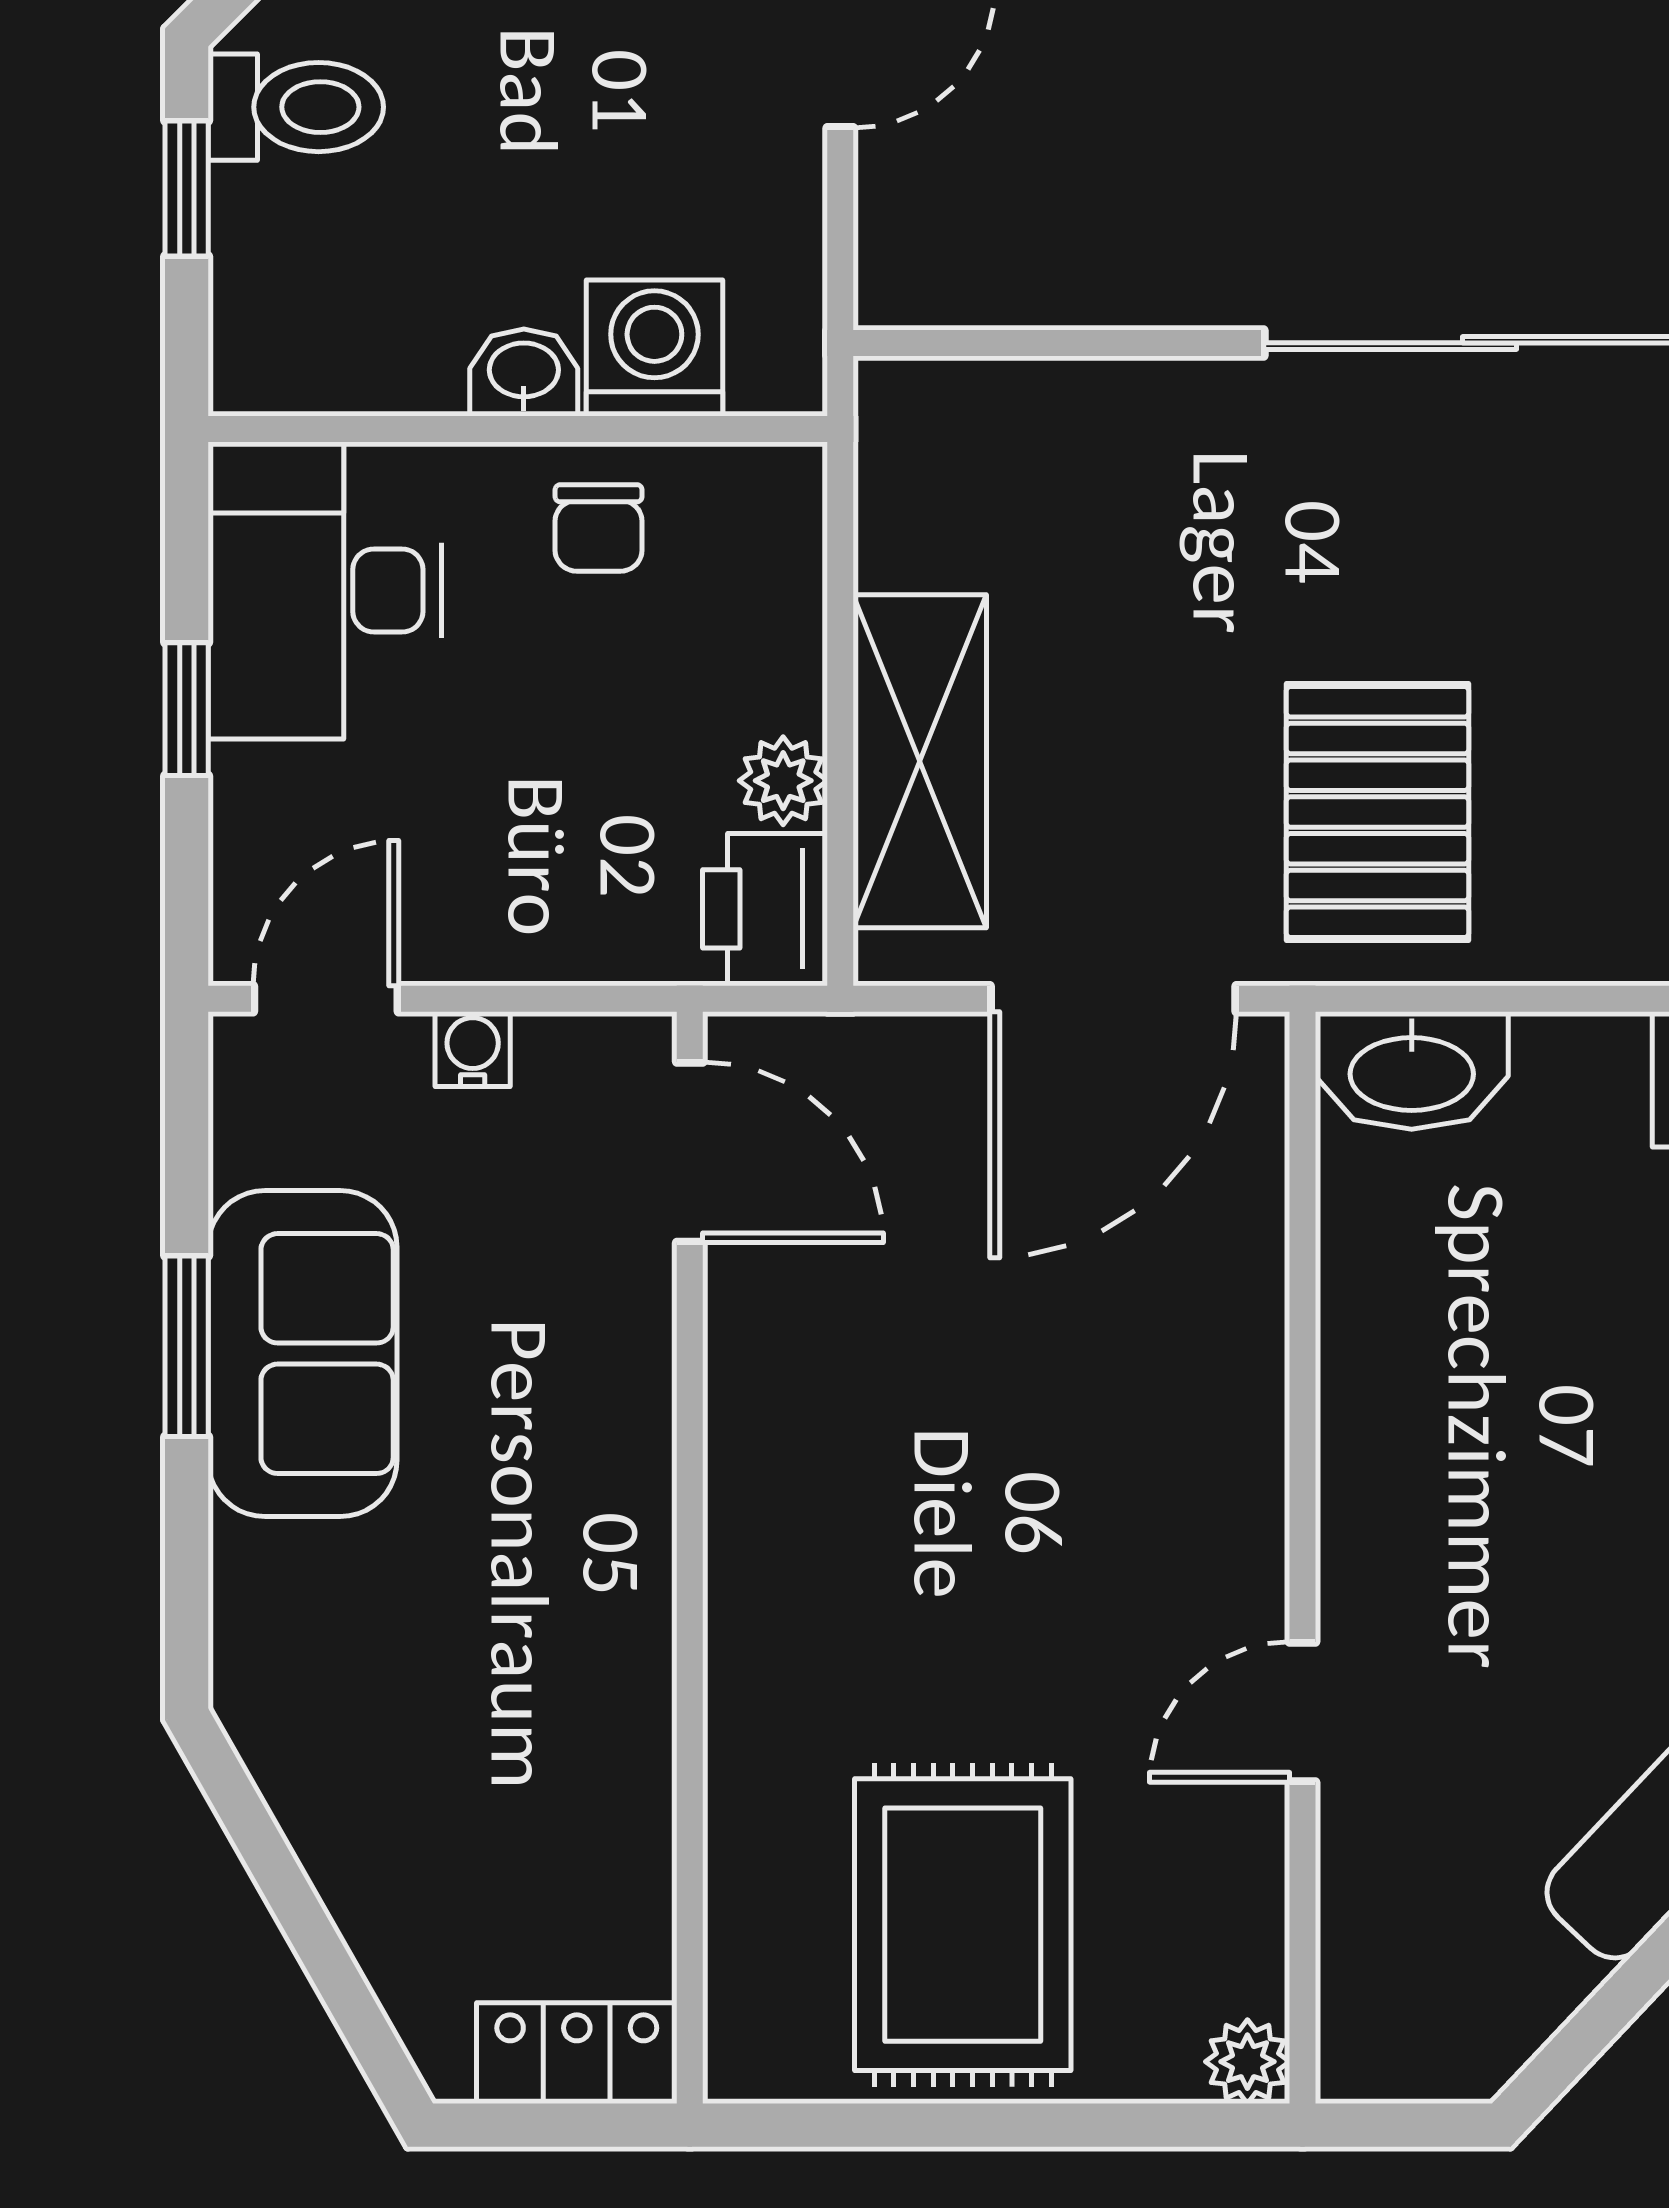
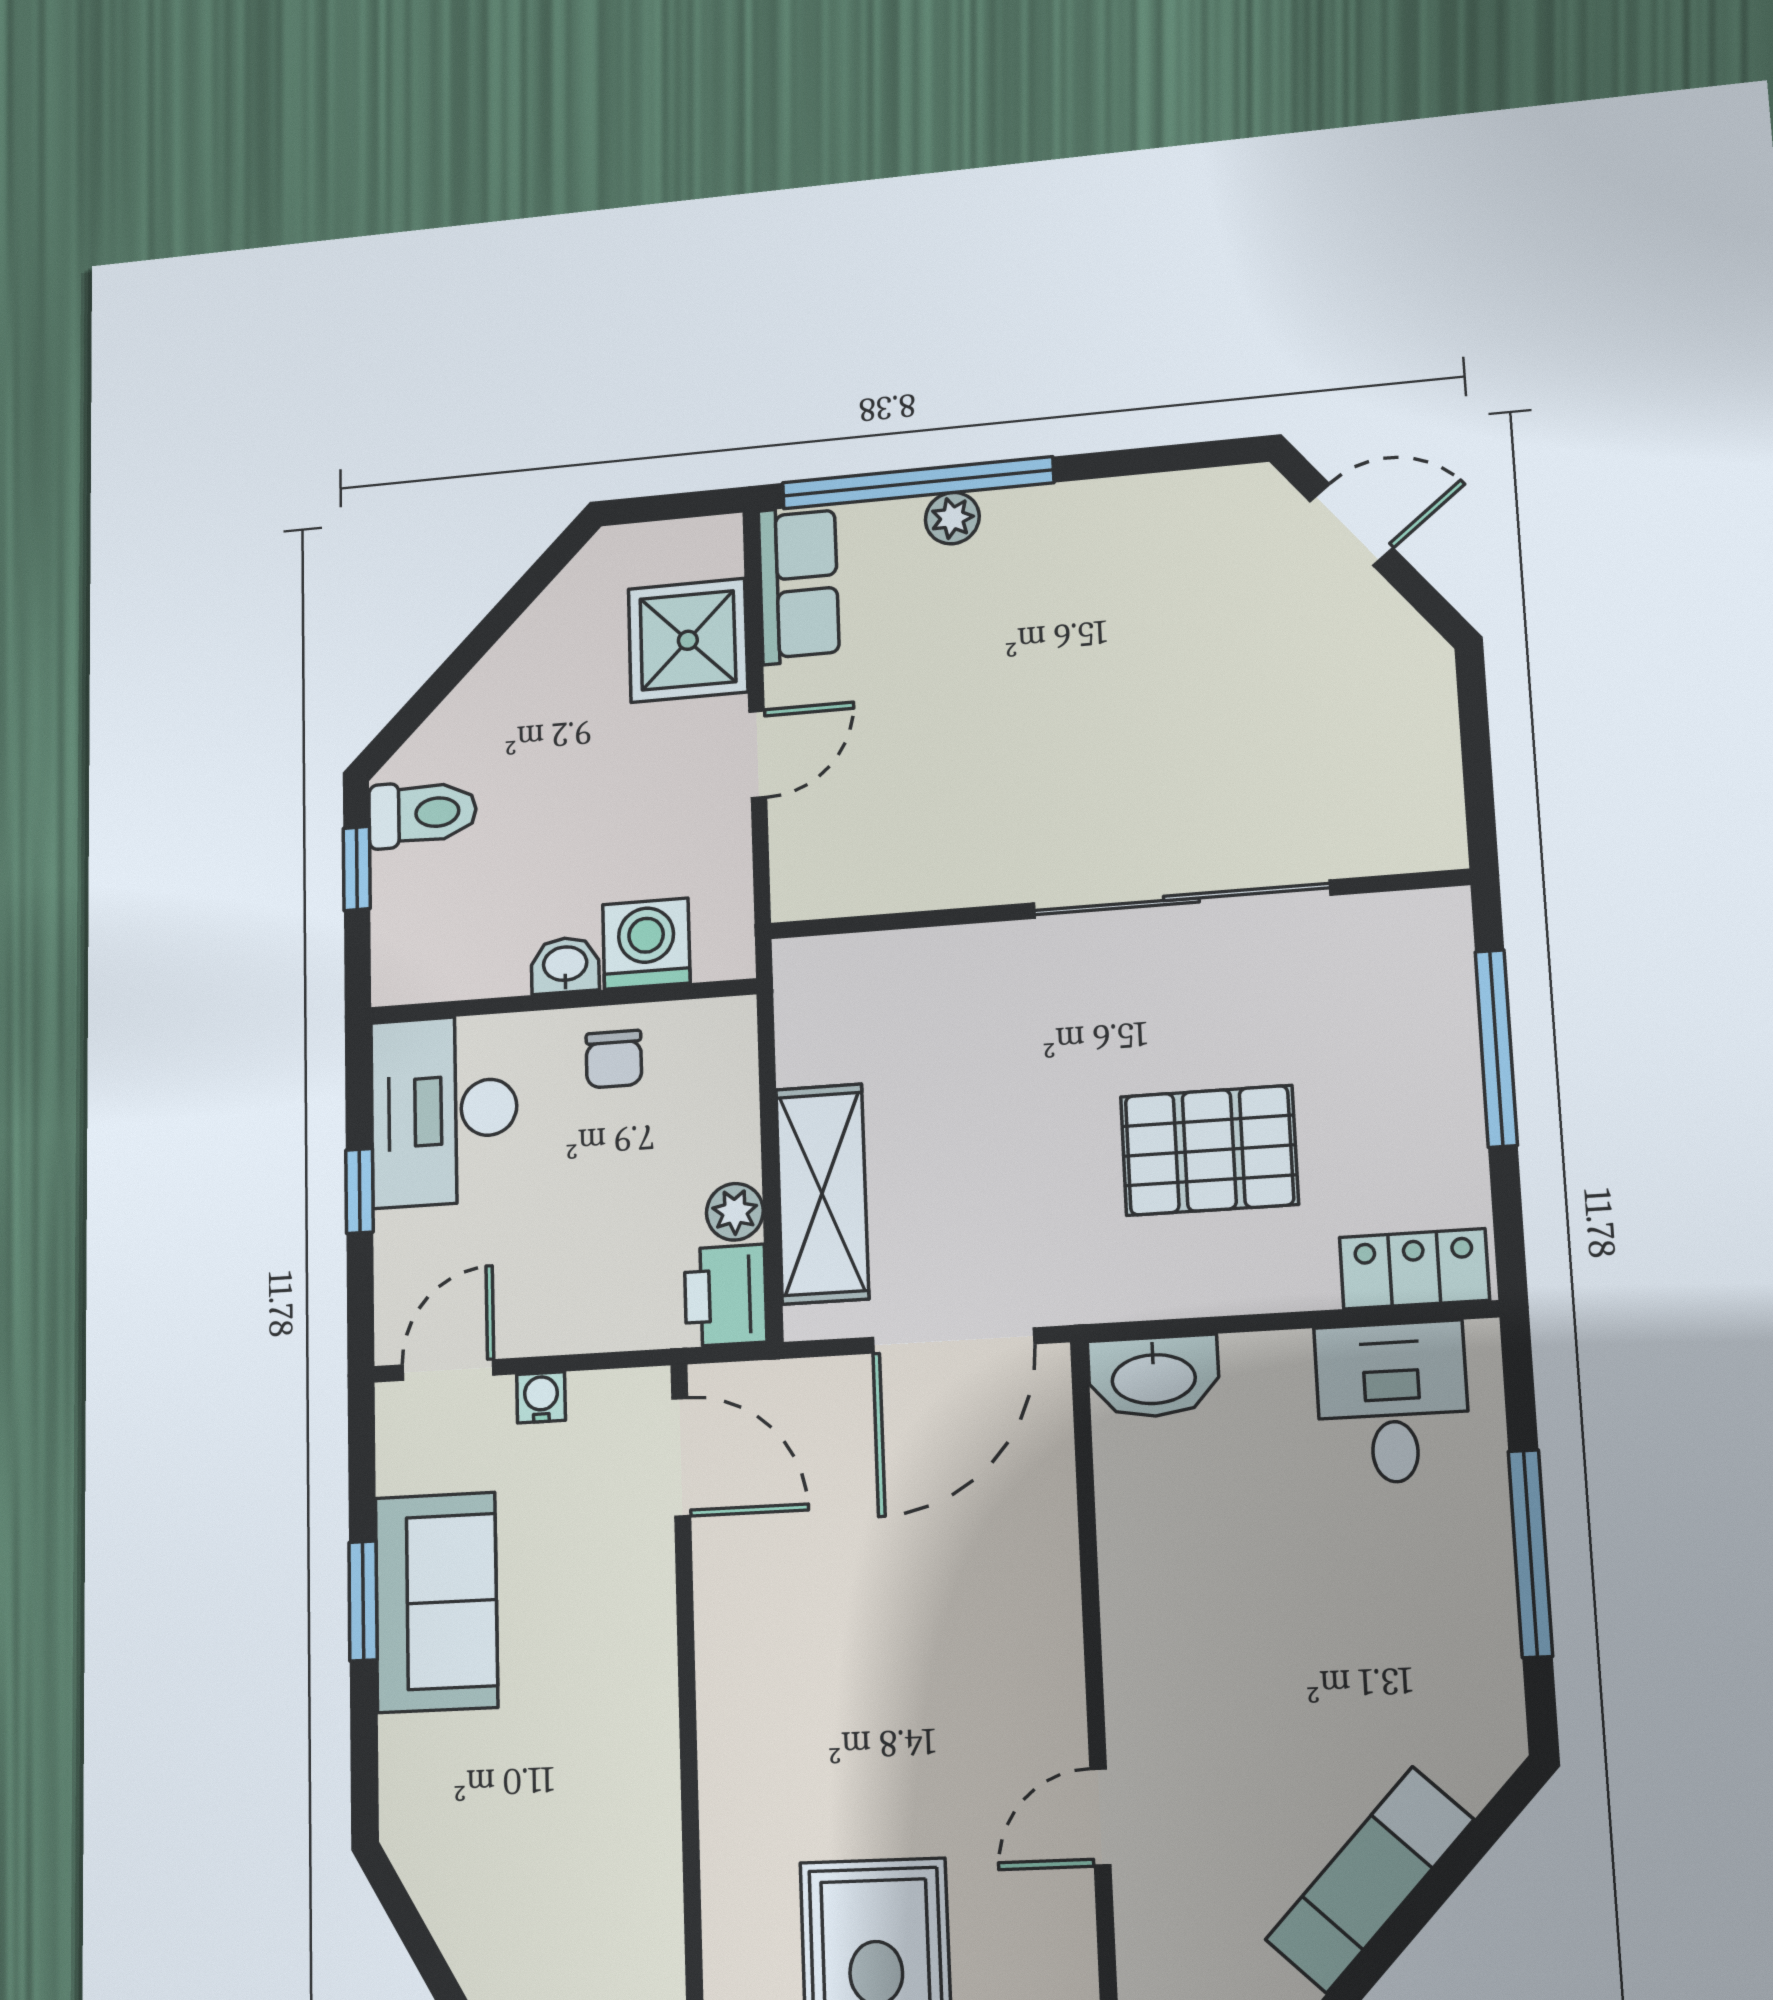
pallet: (1378, 812) -> (1209, 1150), moved, turned 90

